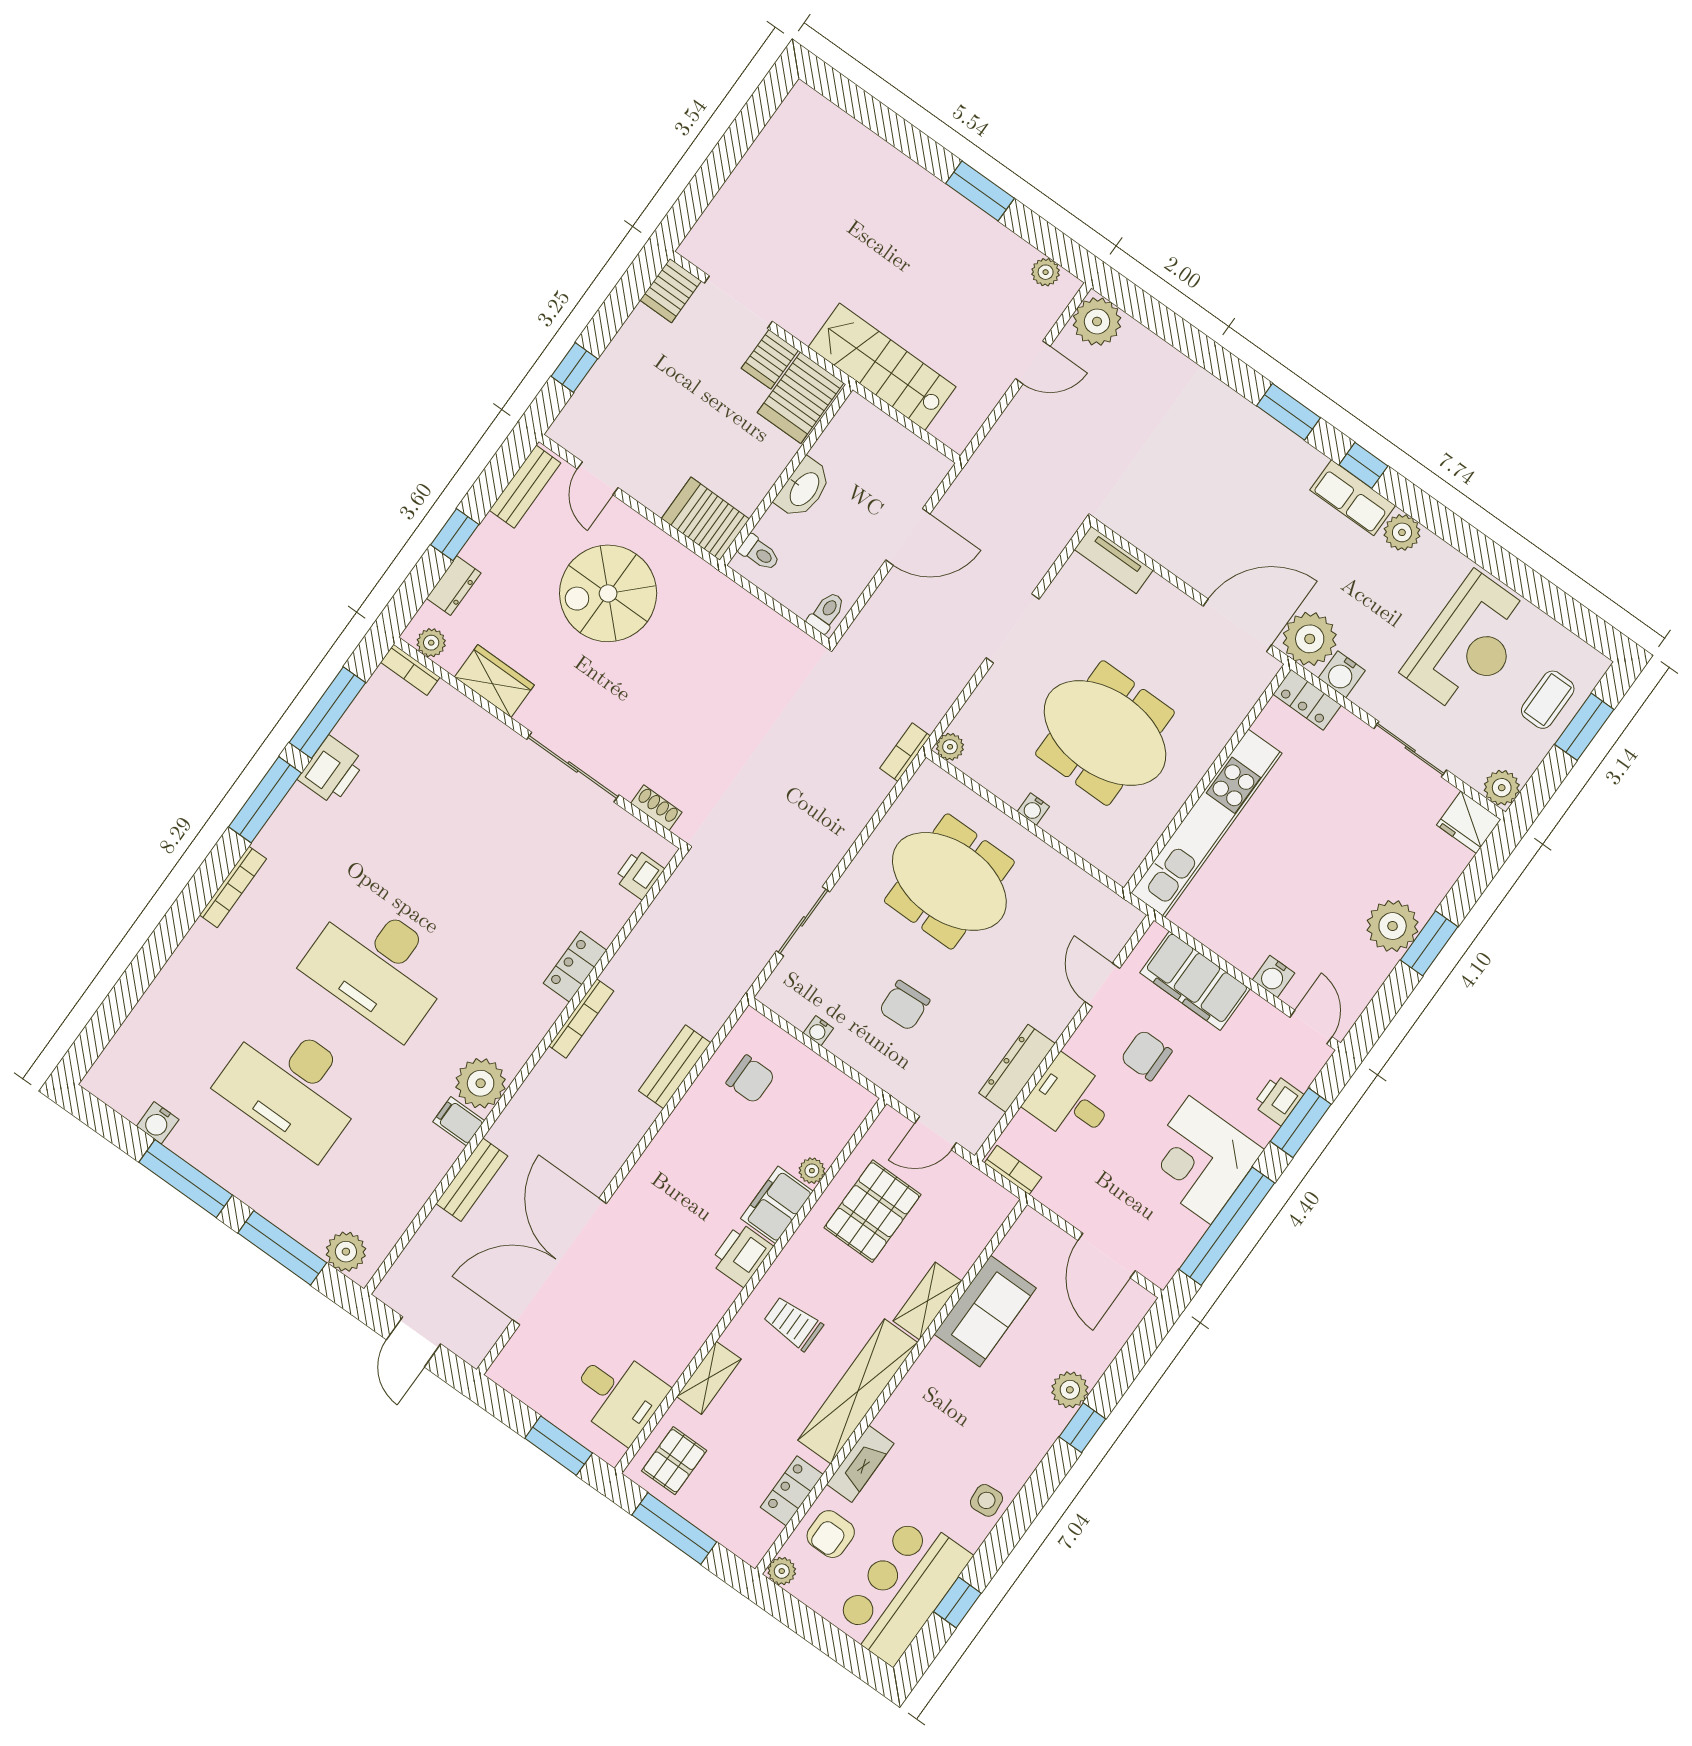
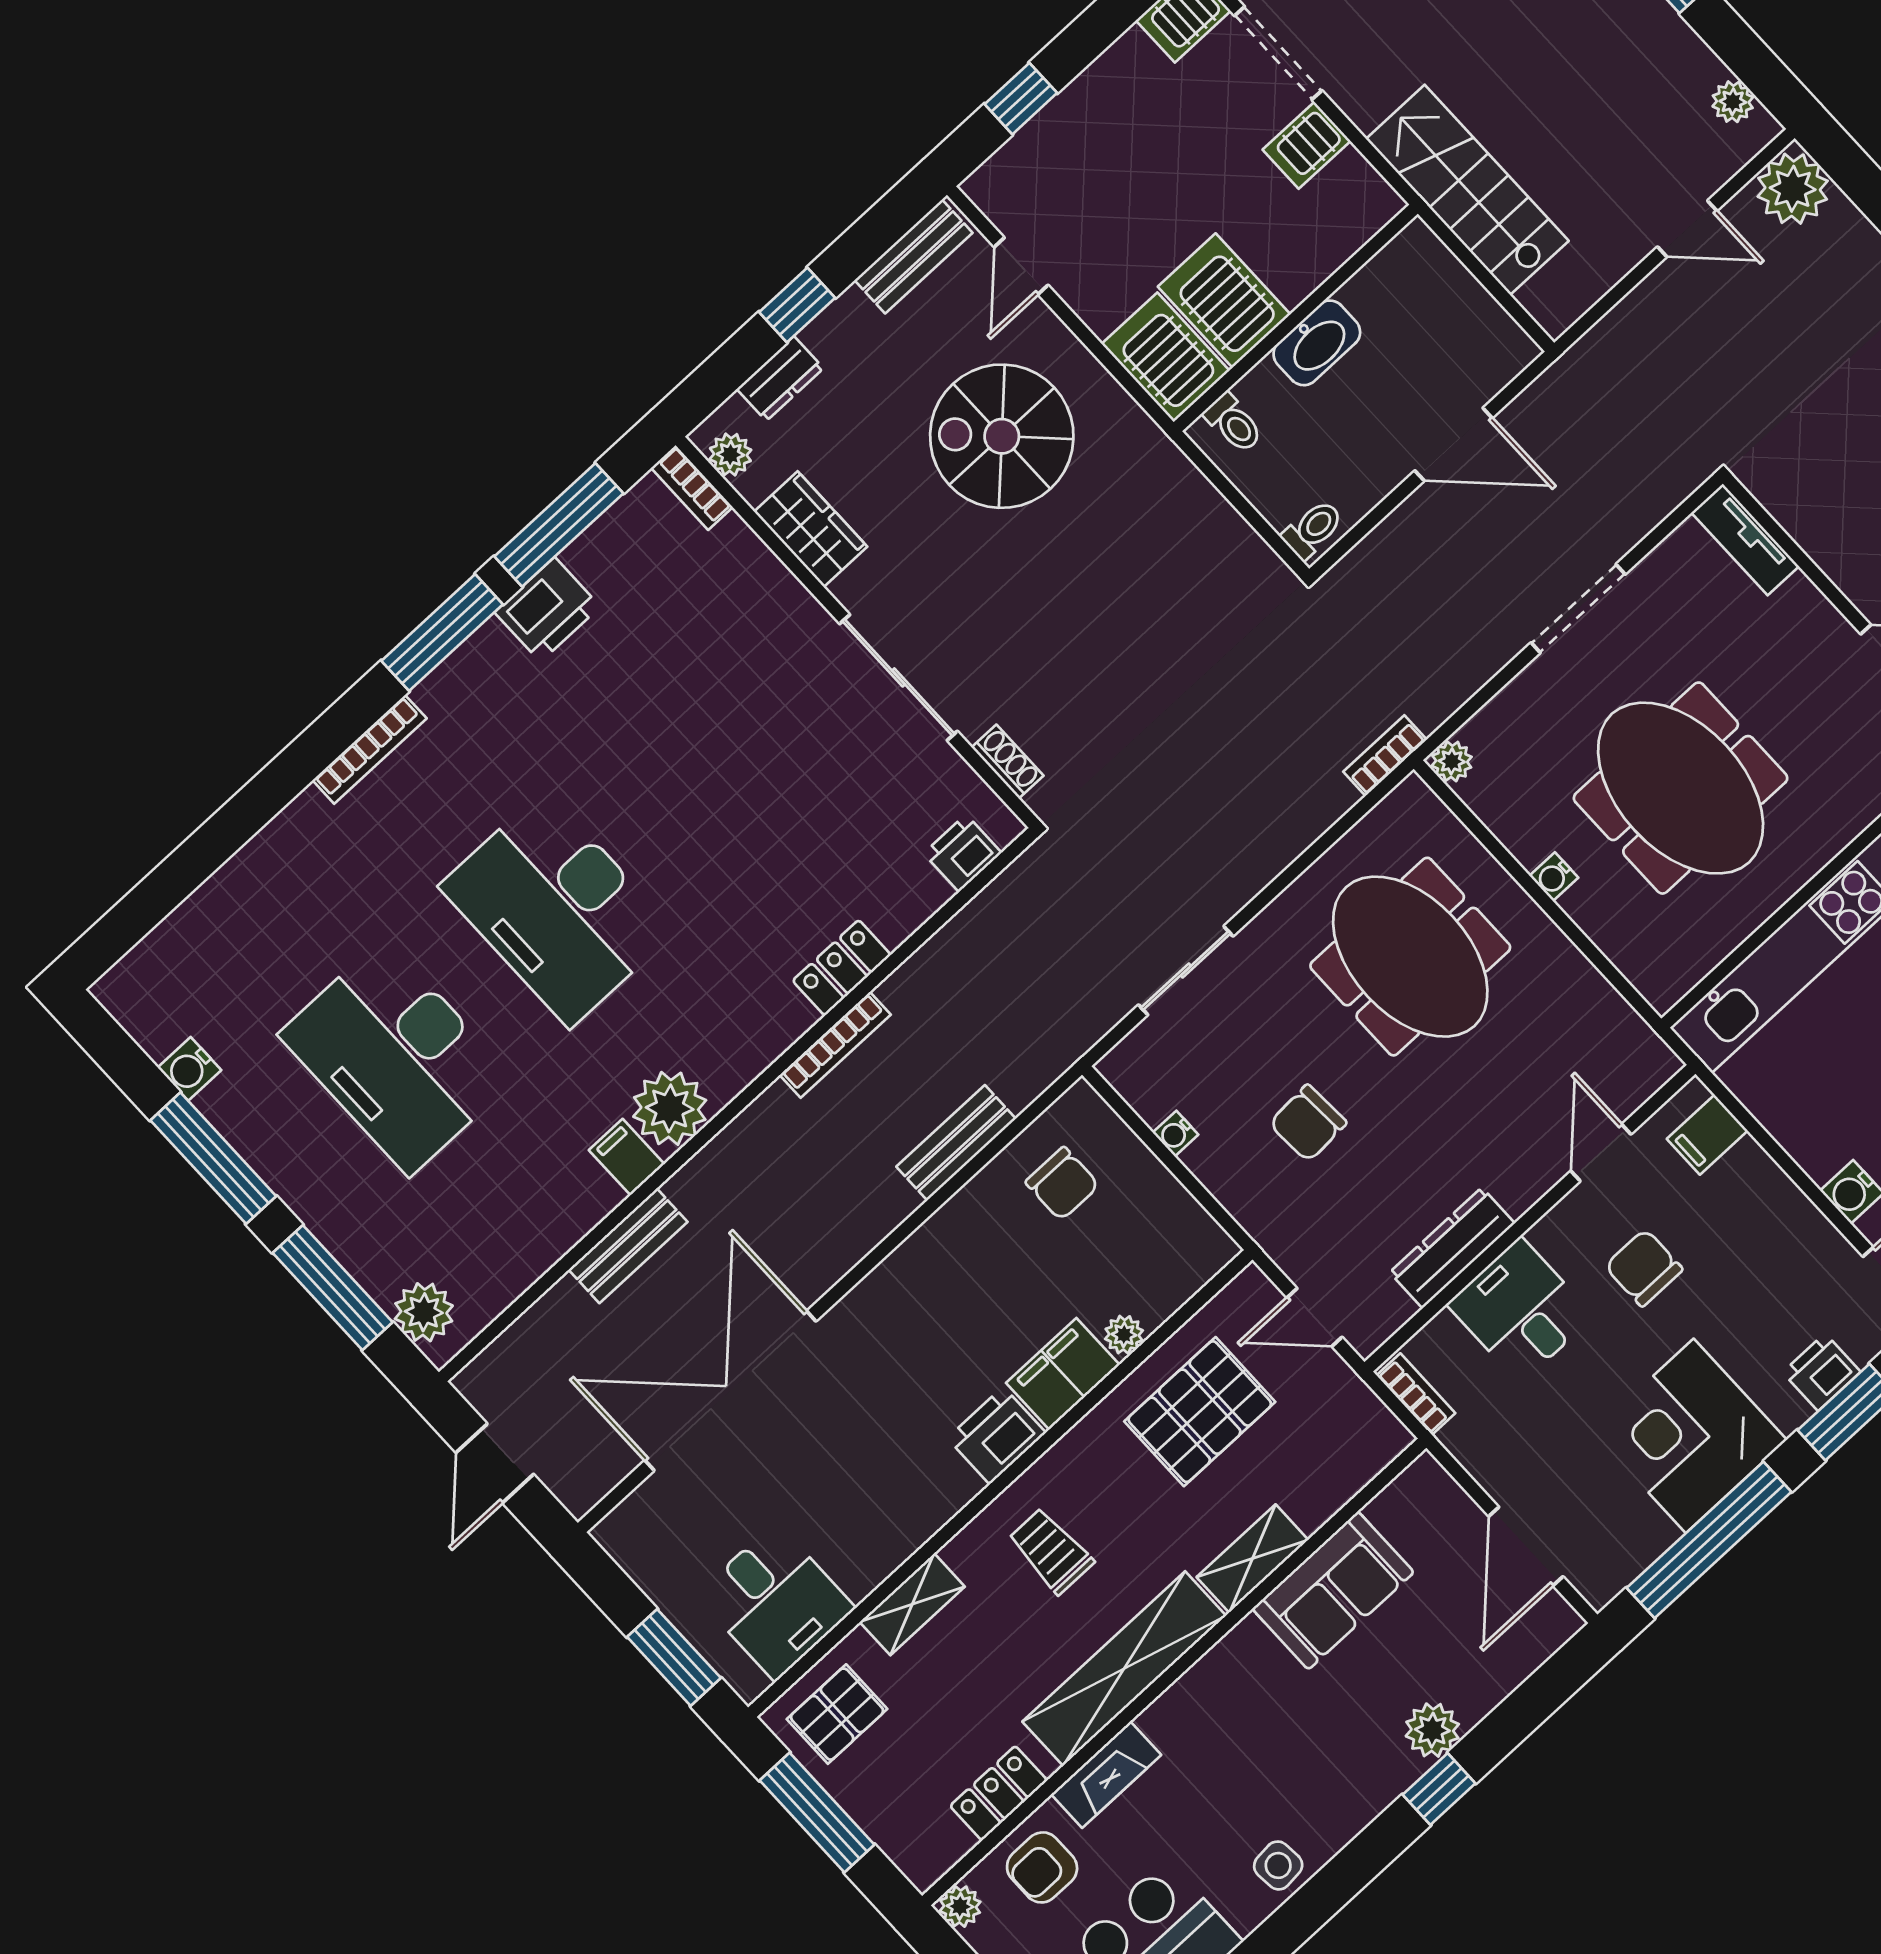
server rack: (801, 398) -> (1224, 301), moved, turned 90
filing cabinet: (1195, 981) -> (1707, 1135), width x0.33, depth x0.86

